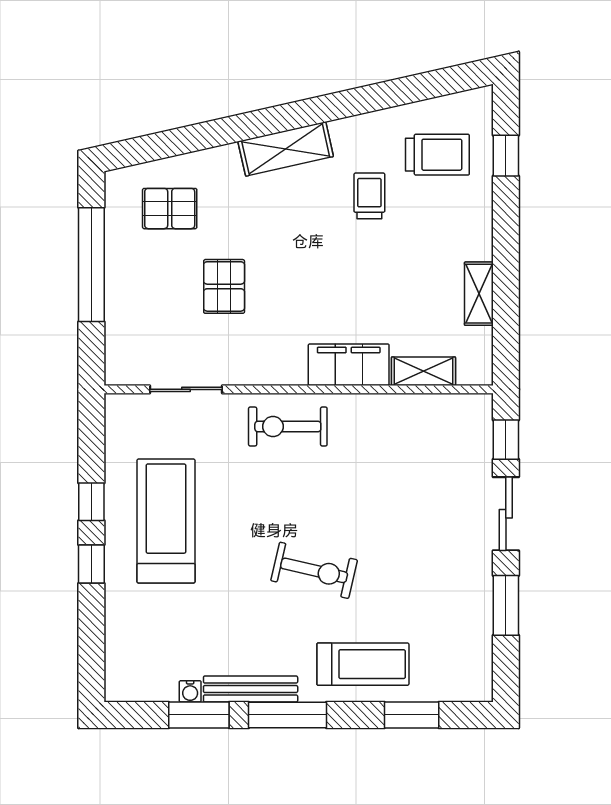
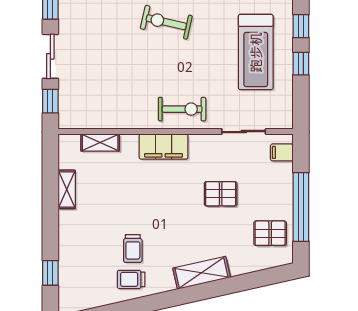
shelving: (286, 149) -> (202, 273), moved
trolley: (437, 155) -> (131, 279), moved, width x0.73, depth x0.72
pallet: (170, 209) -> (270, 233), moved
pallet: (224, 286) -> (221, 194), turned 90
filing cabinet: (123, 355) -> (282, 152), added
filing cabinet: (349, 365) -> (164, 146), moved

